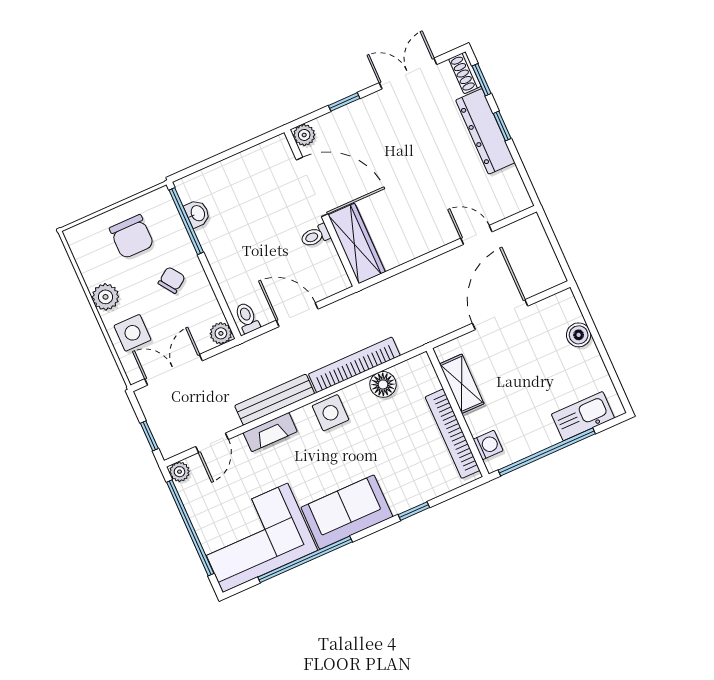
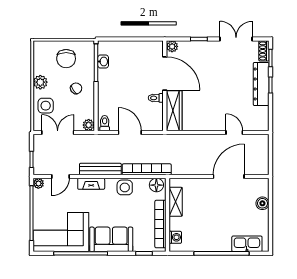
shelving: (462, 384) -> (176, 202), moved
wall: (458, 413) -> (167, 215), moved
bookcase: (453, 434) -> (160, 224), moved
washing machine: (488, 445) -> (175, 237), moved

